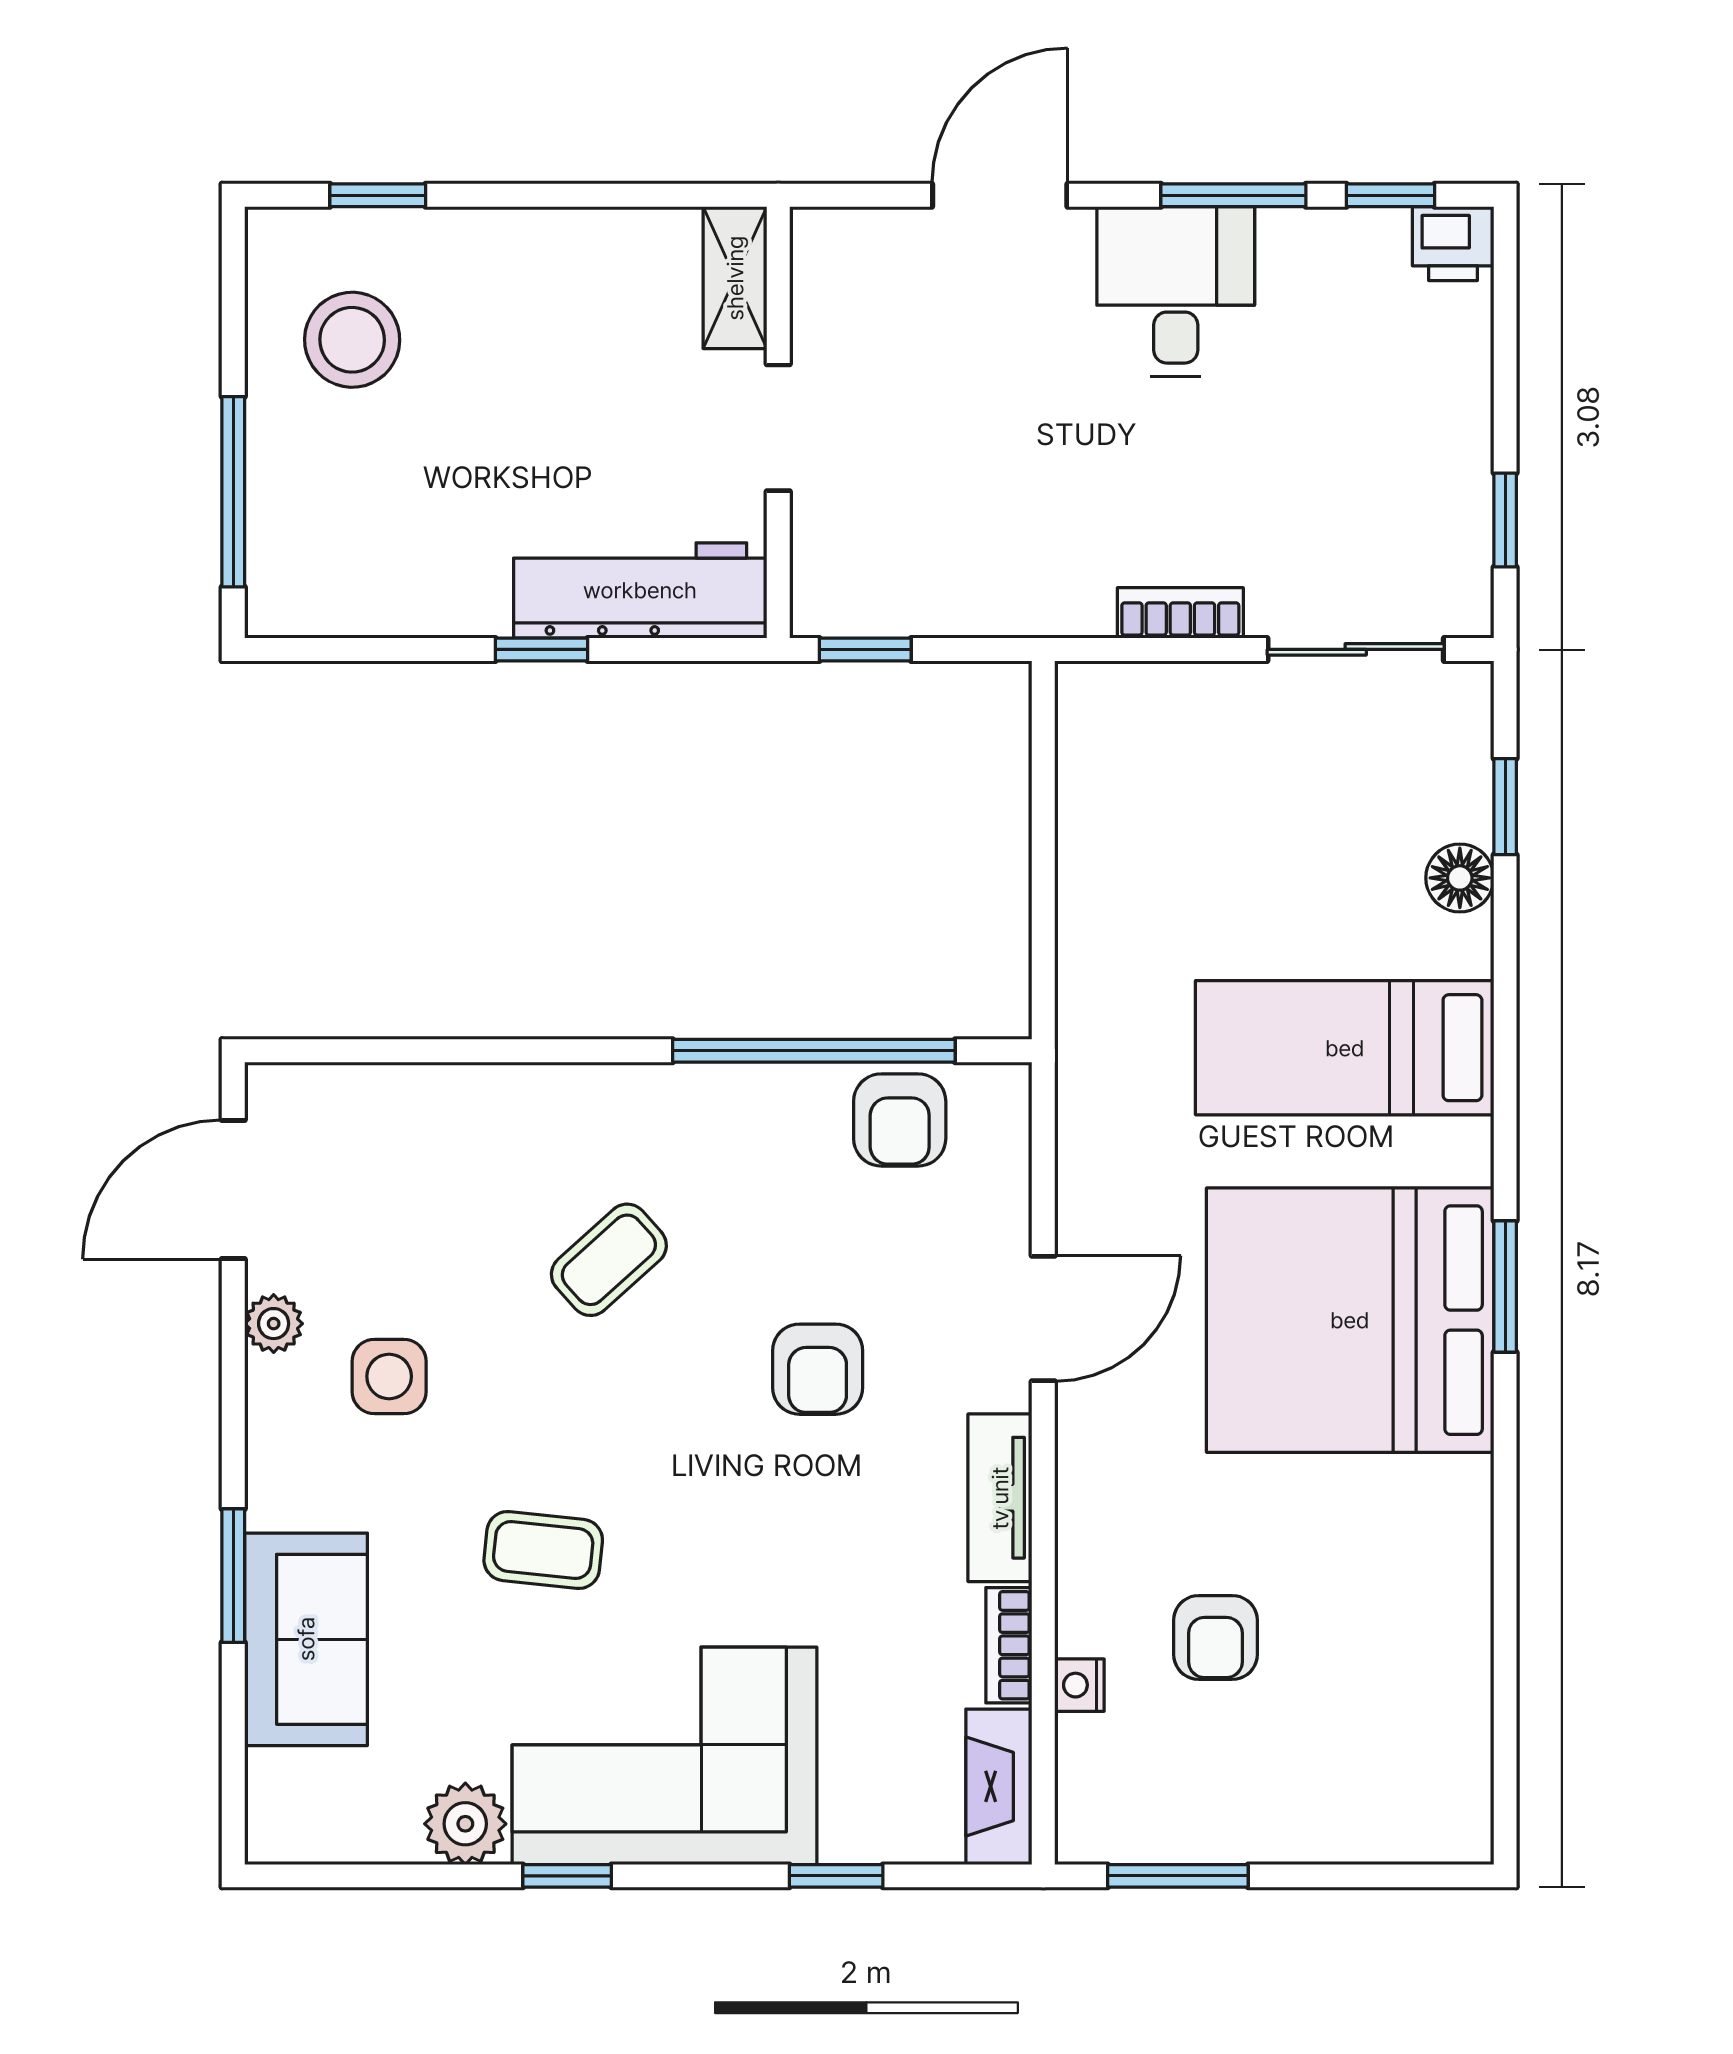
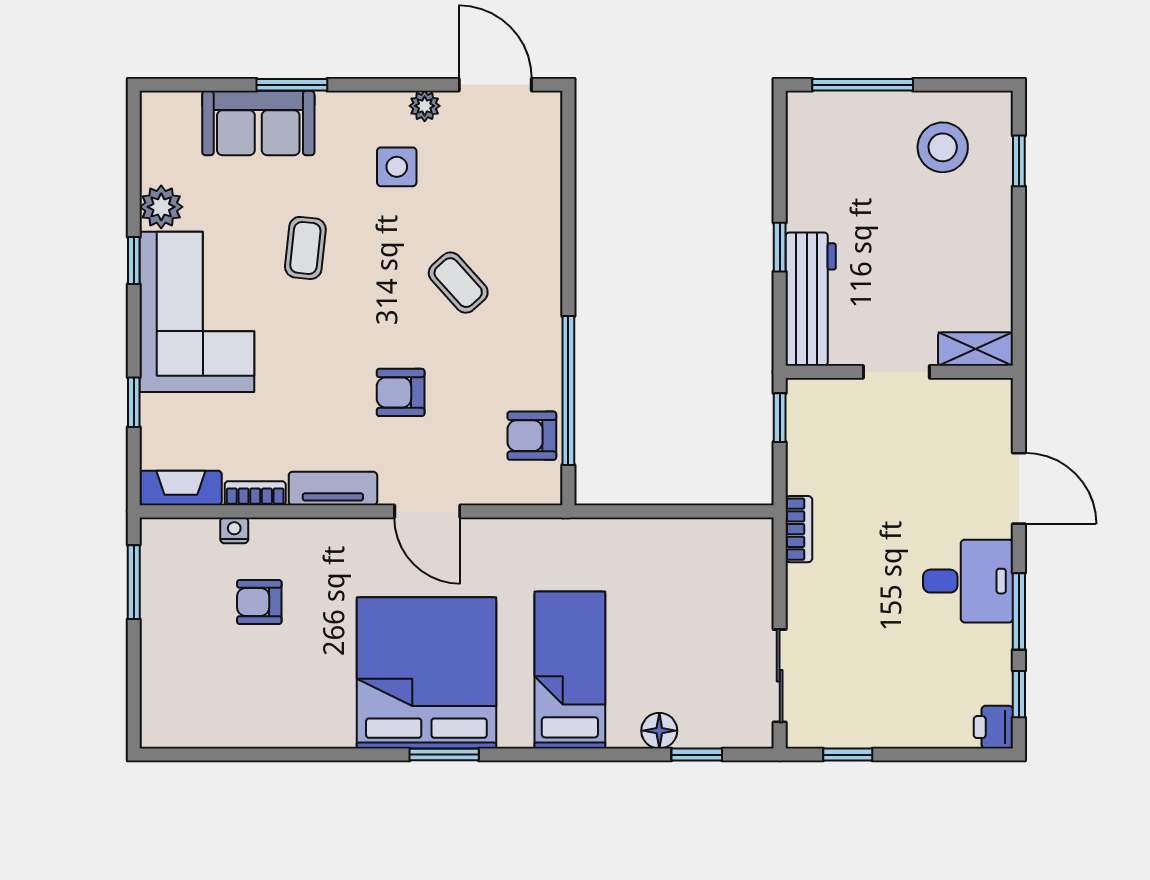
bookcase: (1180, 613) -> (799, 529), moved

